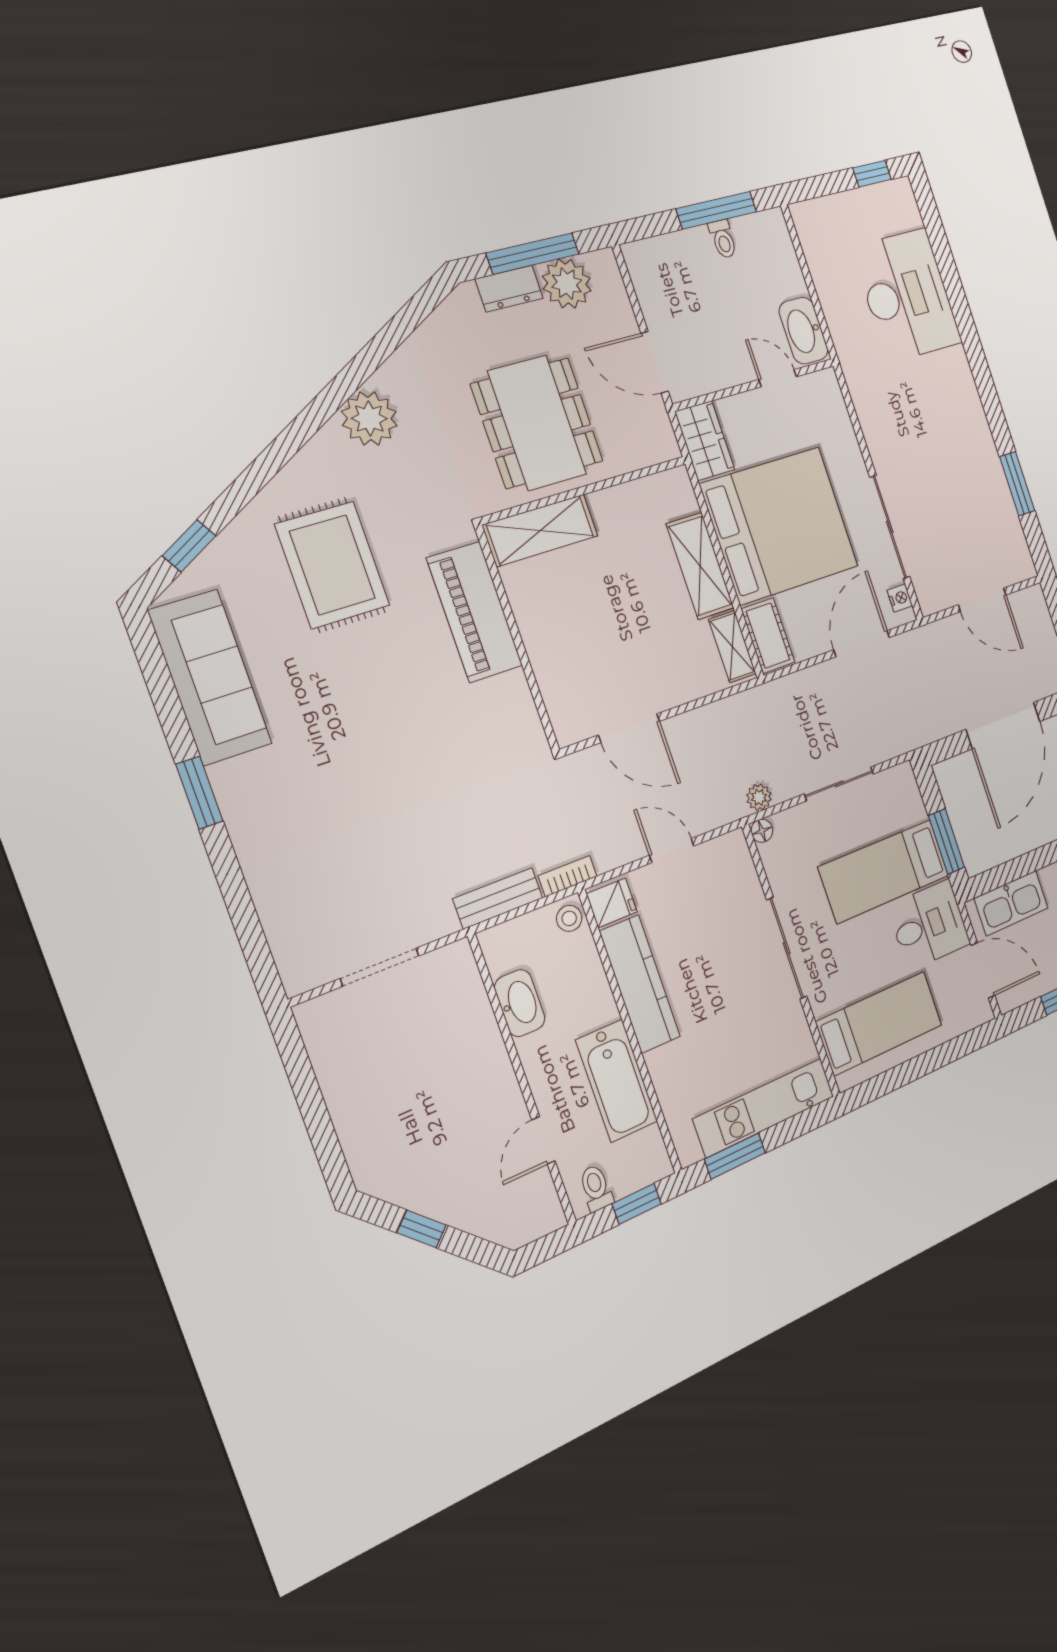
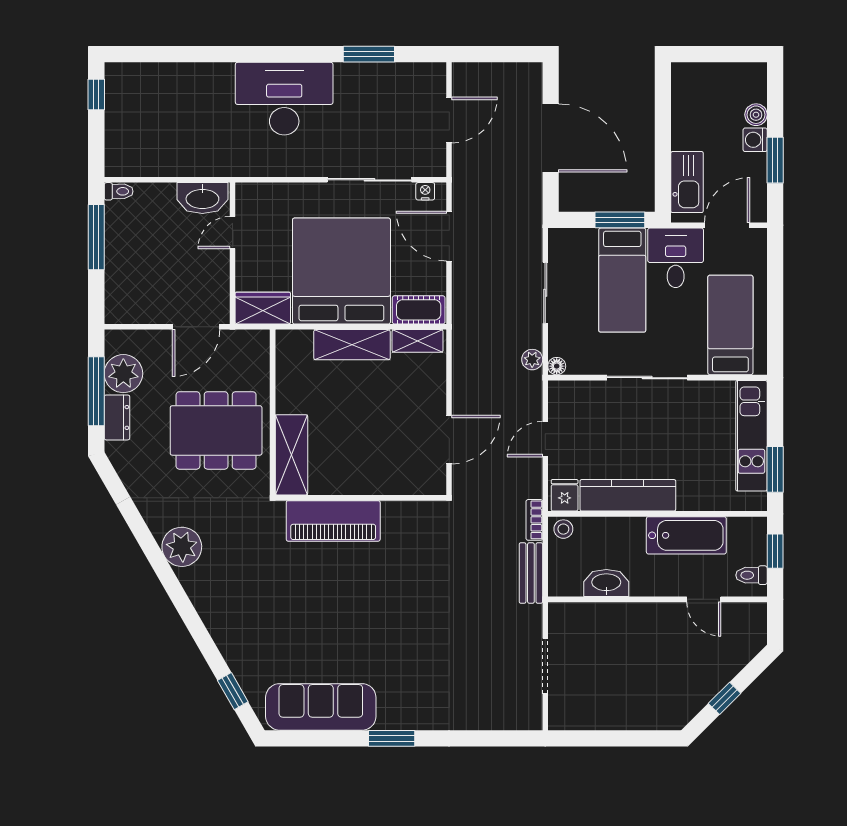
toilet: (723, 239) -> (119, 191), moved
desk: (907, 295) -> (284, 99), moved
rug: (332, 565) -> (272, 605), removed

